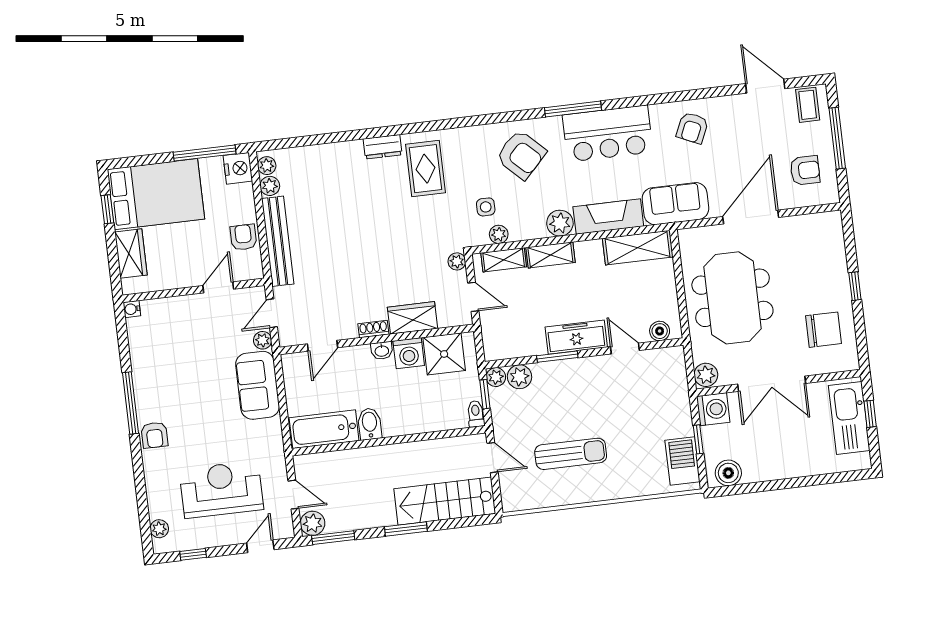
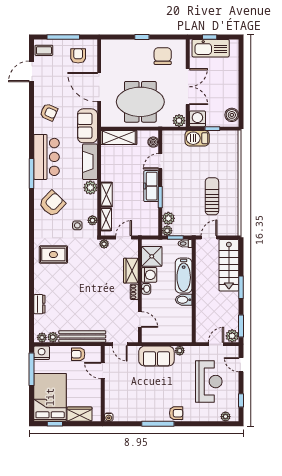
dresser: (383, 147) -> (39, 304), moved
shelving: (638, 248) -> (119, 137), moved, turned 90
plant: (263, 340) -> (180, 351), moved
bathtub: (324, 429) -> (184, 276), moved
barbecue: (682, 461) -> (197, 138), moved
reception desk: (221, 489) -> (209, 382), turned 180

